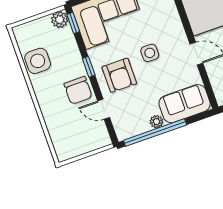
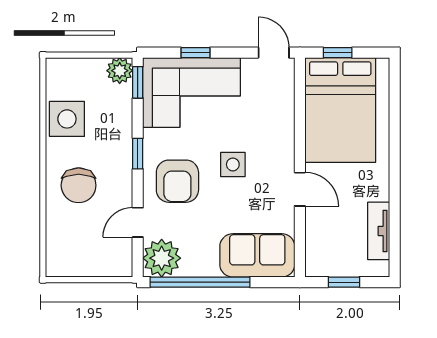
chair: (78, 90) -> (79, 185), moved
door: (104, 109) -> (138, 222), hinge flipped
plant: (156, 122) -> (162, 258), moved, width x1.88, depth x1.88

